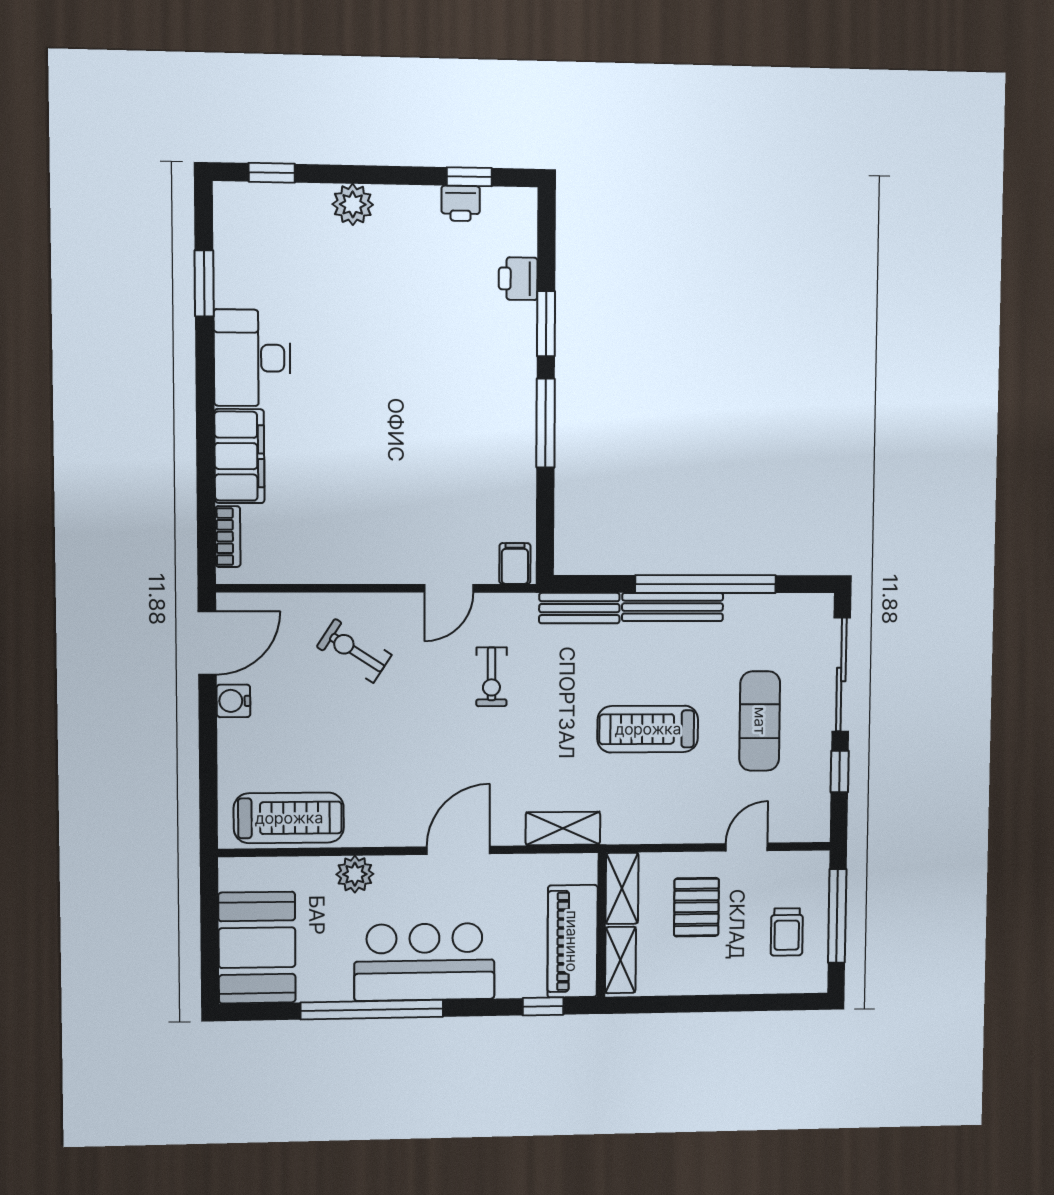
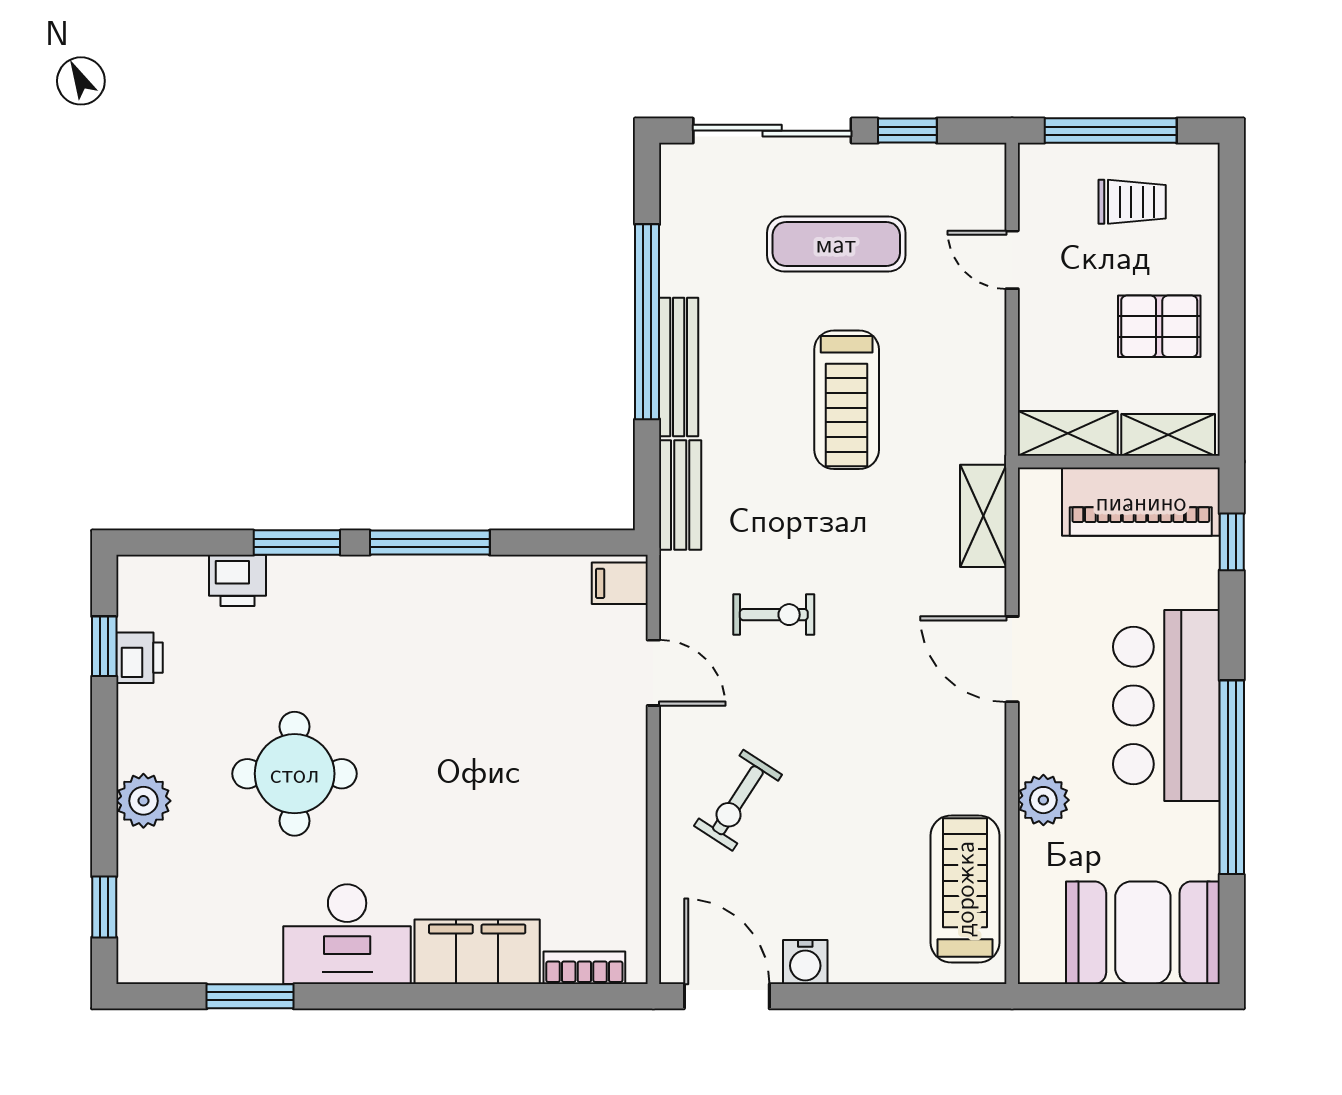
round table: (373, 320) -> (295, 774), added
pallet: (696, 907) -> (1159, 326), moved

